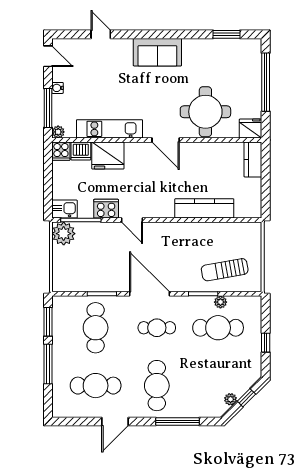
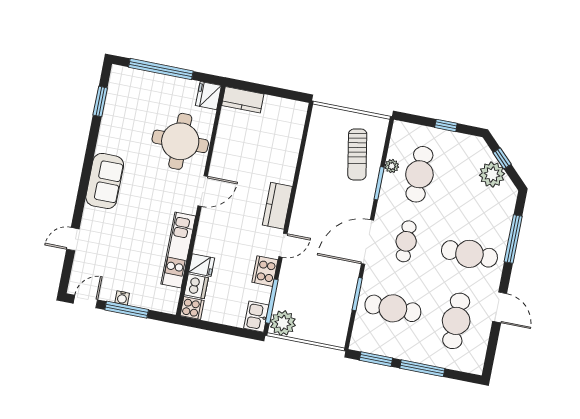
window: (48, 108) -> (127, 310), moved
plant: (58, 132) -> (170, 307), removed
fridge: (108, 156) -> (202, 265), width x0.53, depth x0.75
kitchen counter: (204, 208) -> (277, 206), moved, width x0.67
plant: (231, 399) -> (492, 175), width x1.88, depth x1.88

